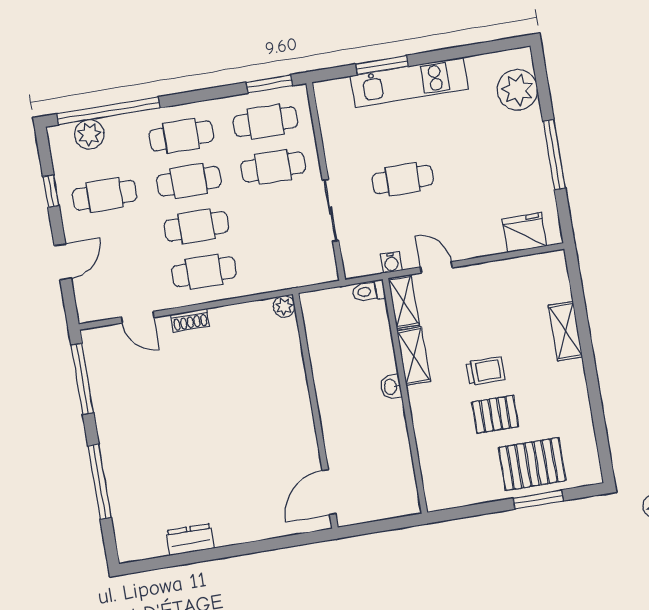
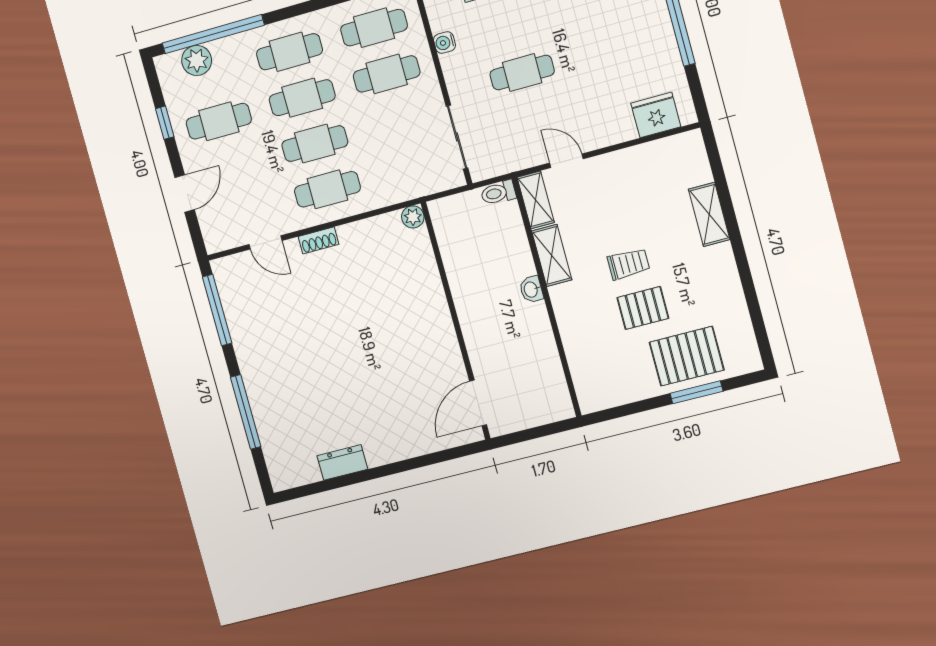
sliding door: (331, 211) -> (457, 137), moved
water cooler: (391, 262) -> (444, 43), moved, turned 90

